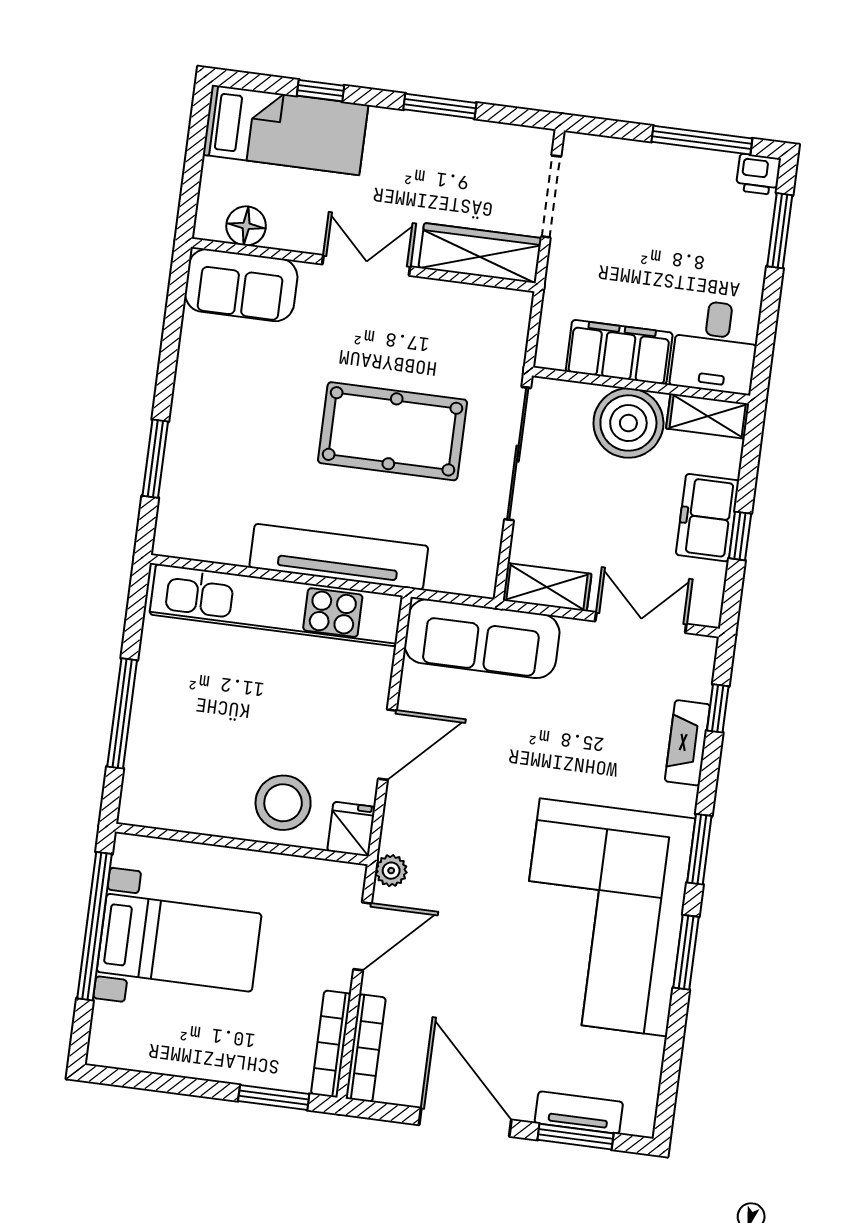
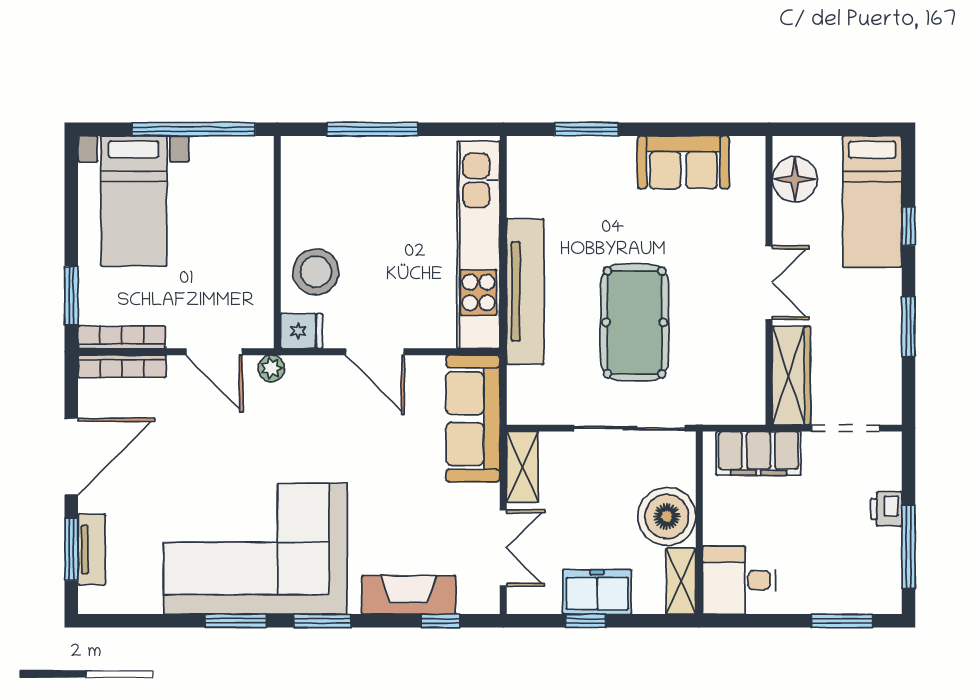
printer: (758, 174) -> (886, 509), moved
floor lamp: (246, 226) -> (795, 179), width x1.38, depth x1.38
sofa: (241, 285) -> (683, 162), moved, turned -90
filing cabinet: (619, 352) -> (759, 453), moved, turned 90
fireplace: (687, 743) -> (409, 595), width x1.37, depth x1.32
bed with nightstands: (179, 943) -> (134, 201), moved

